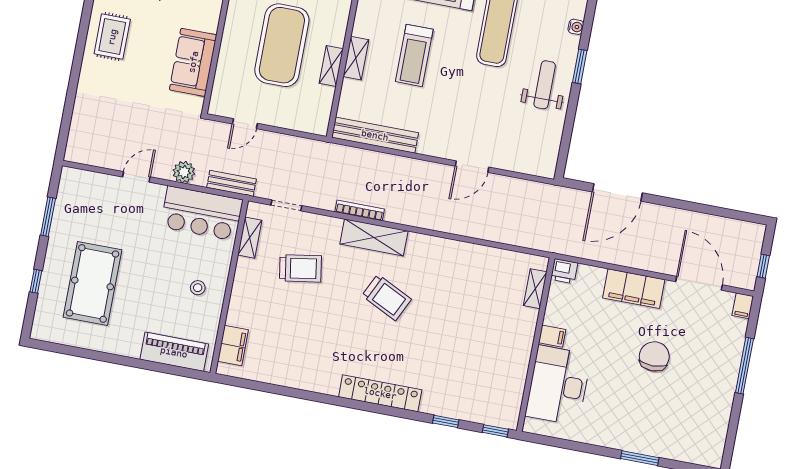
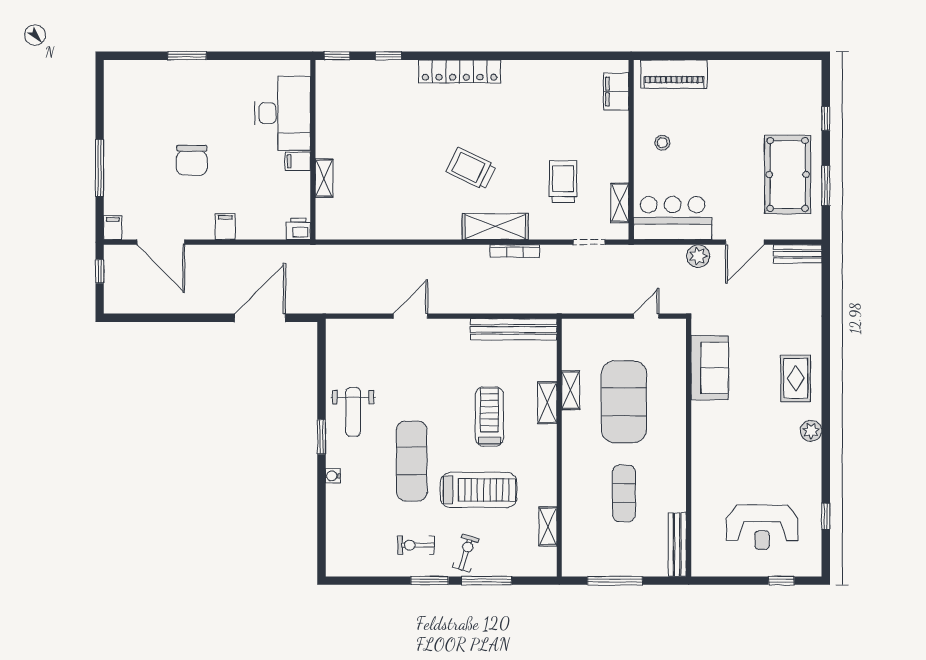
door: (136, 177) -> (745, 242), width x1.38
bench: (232, 183) -> (798, 254), moved
trolley: (300, 268) -> (563, 182), turned 99
pool table: (93, 283) -> (788, 175), moved
shelving: (535, 289) -> (324, 178), moved
filing cabinet: (634, 289) -> (225, 227), width x0.33, depth x0.86

